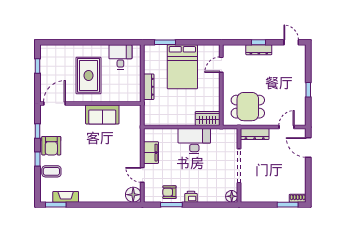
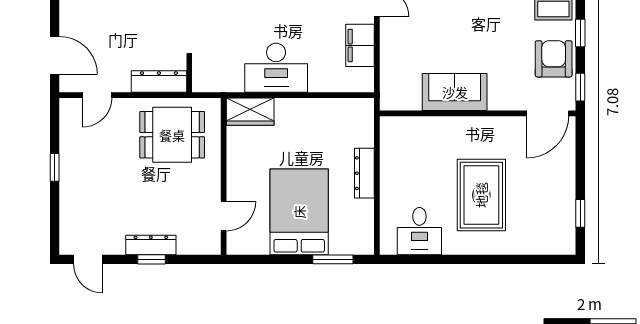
door: (54, 103) -> (548, 113), moved
wall: (90, 103) -> (478, 113), moved
sofa: (102, 114) -> (455, 92), moved

